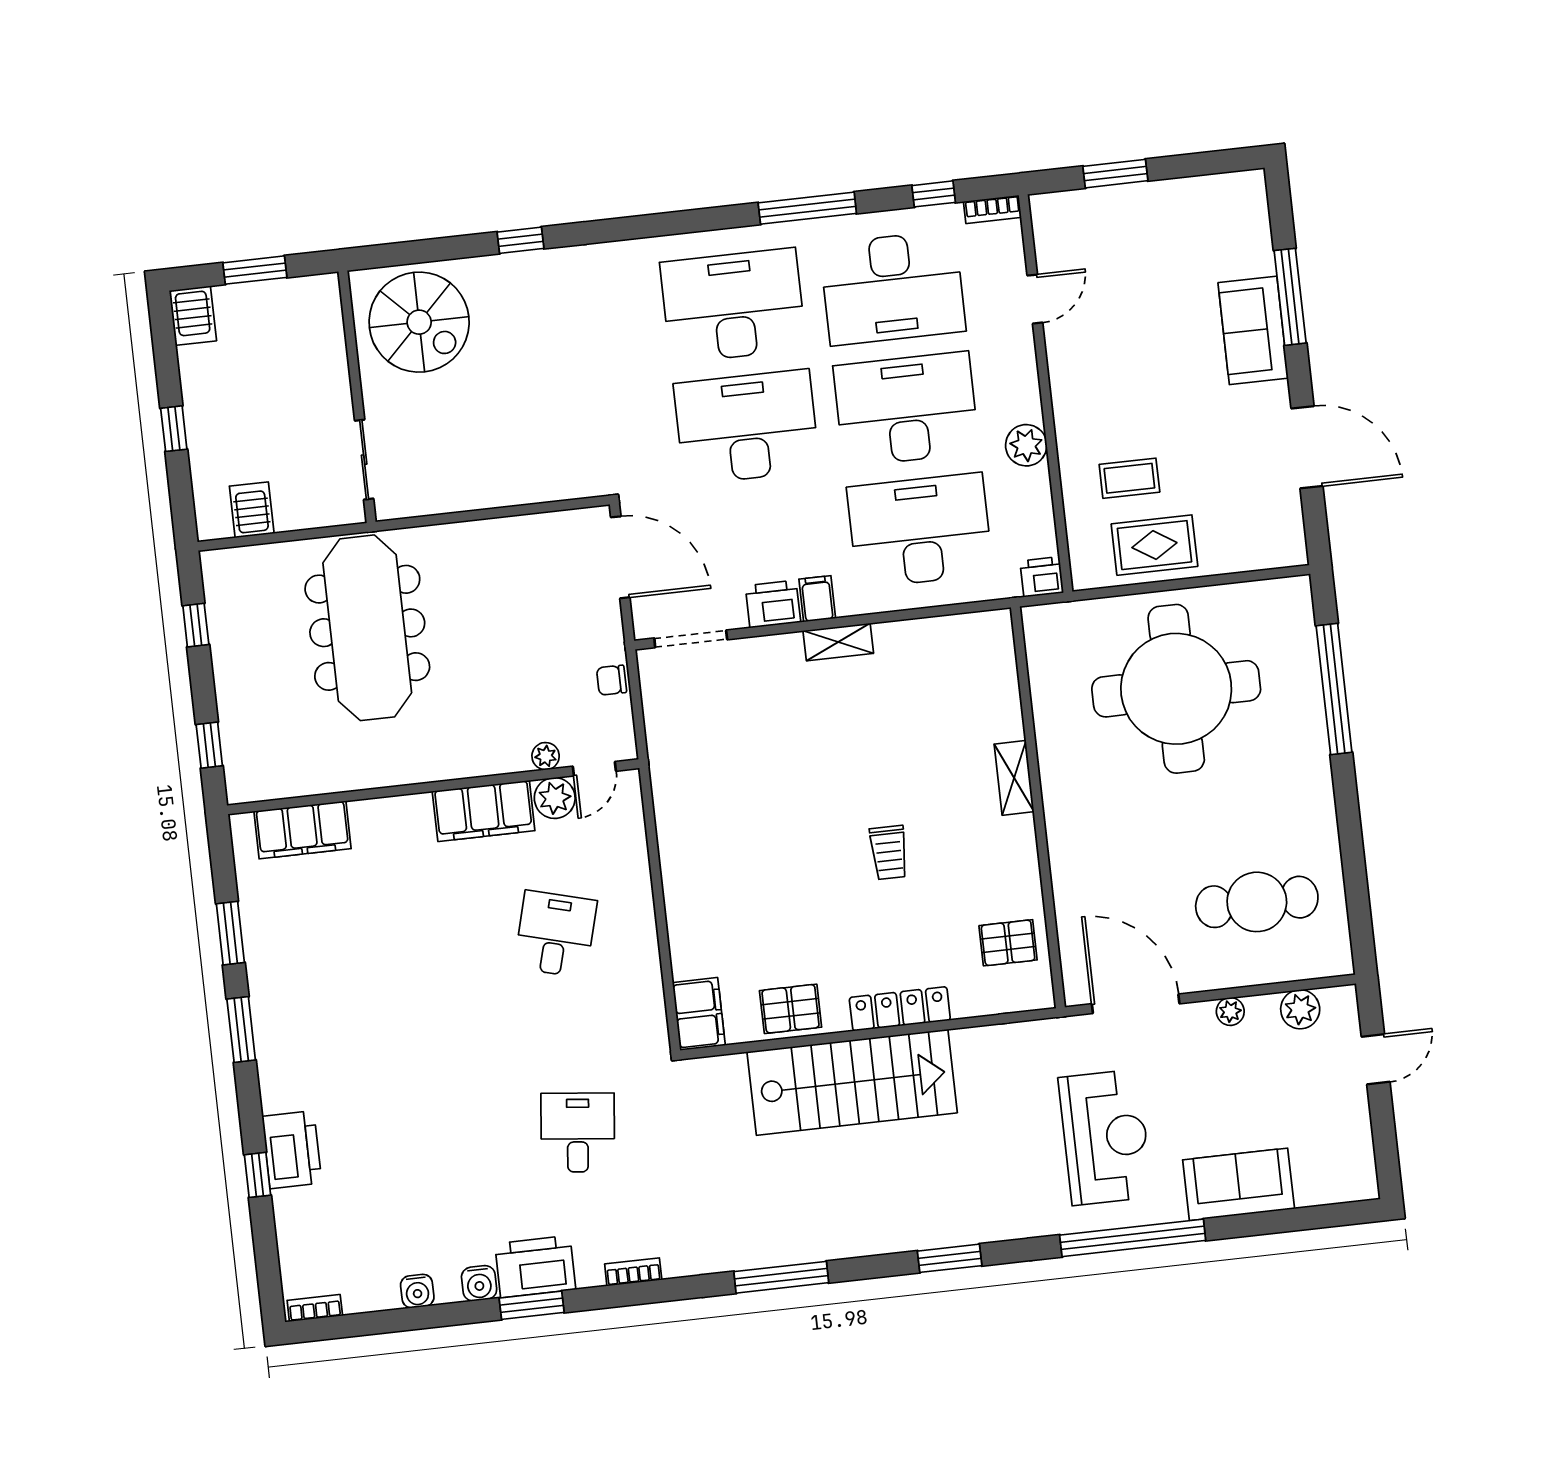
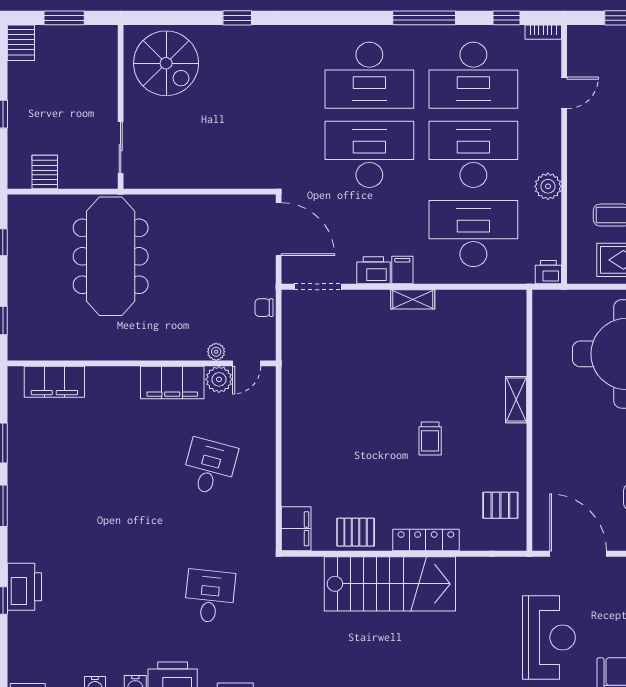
desk: (733, 306) -> (369, 75), turned 180

